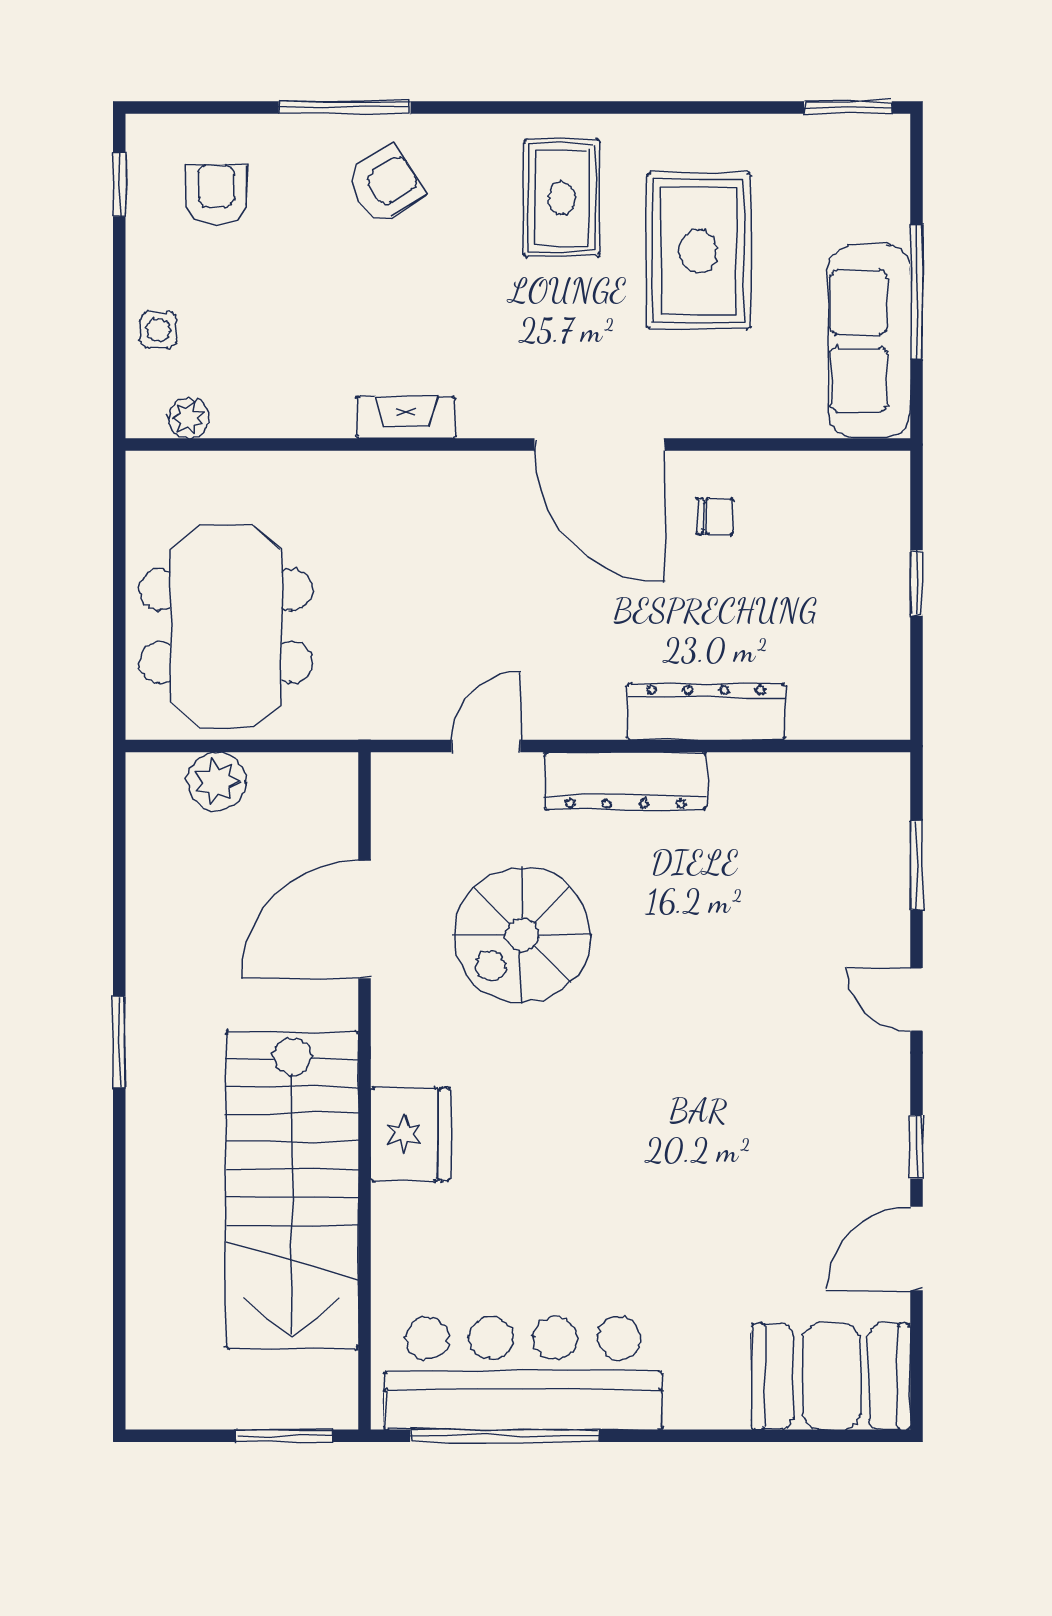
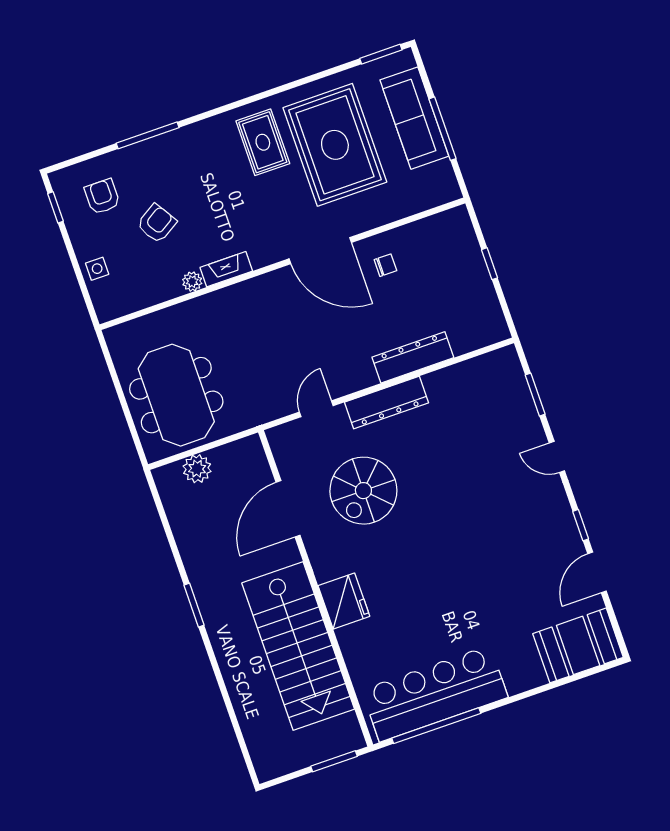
armchair: (385, 185) -> (157, 223), moved
rug: (699, 251) -> (335, 145), width x1.37, depth x1.44
sofa: (869, 341) -> (414, 118), moved
plant: (189, 418) -> (192, 282), moved

